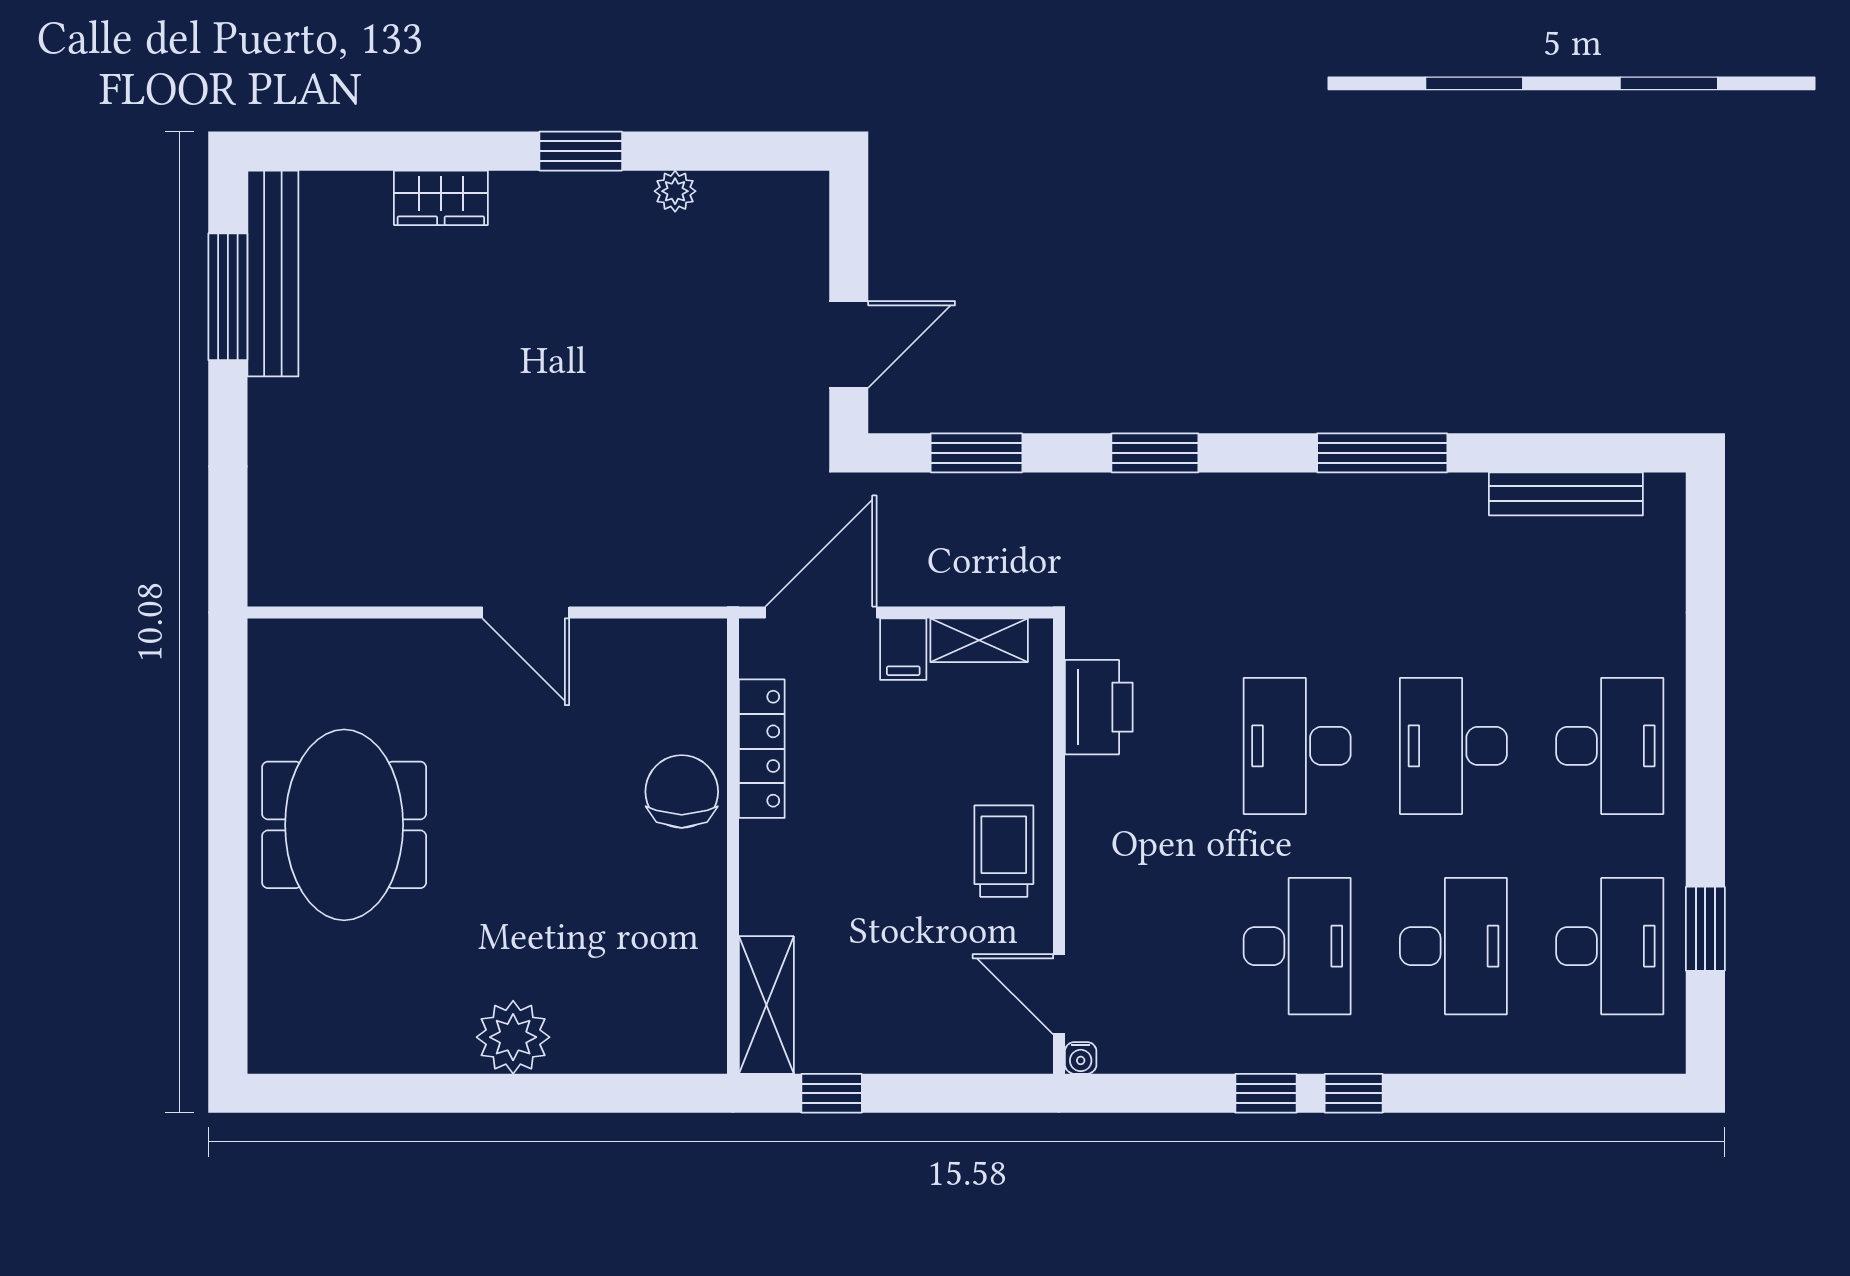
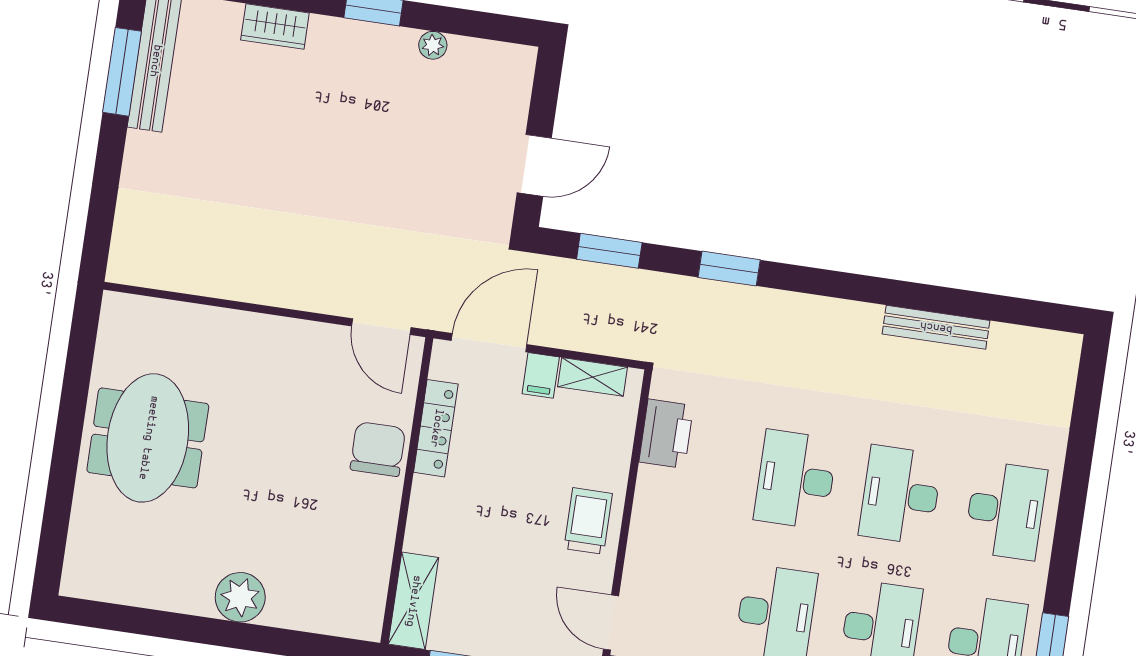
window: (1382, 453) -> (882, 291), removed
bench: (1566, 494) -> (936, 327), moved
door: (526, 612) -> (381, 327), moved

